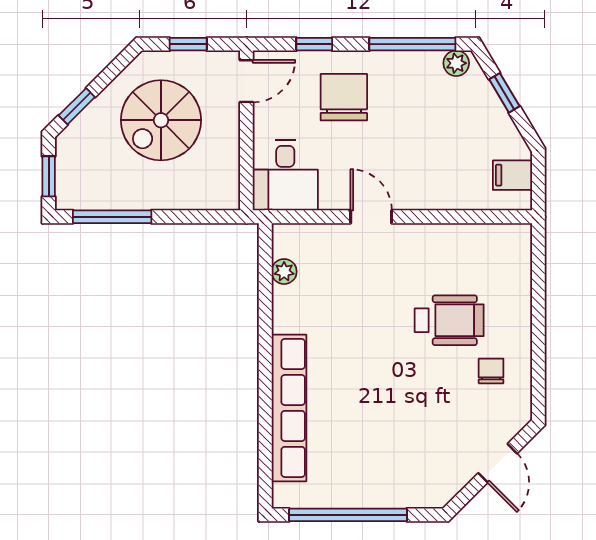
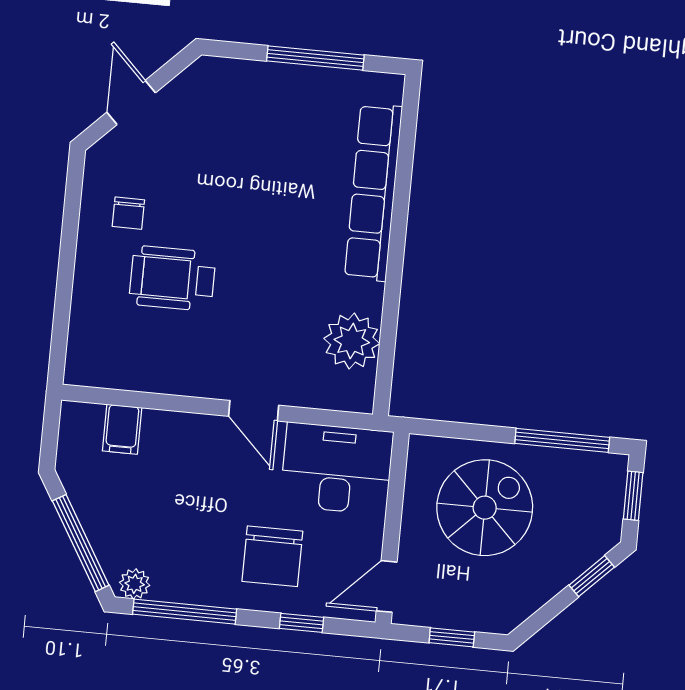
window: (504, 93) -> (81, 543), width x2.17
spiral stairs: (161, 120) -> (485, 508), moved
desk: (285, 175) -> (337, 468), width x1.37
filing cabinet: (512, 175) -> (122, 429), moved, turned 90
plant: (284, 272) -> (352, 341), width x1.88, depth x1.88
window: (348, 515) -> (315, 58), width x0.68

